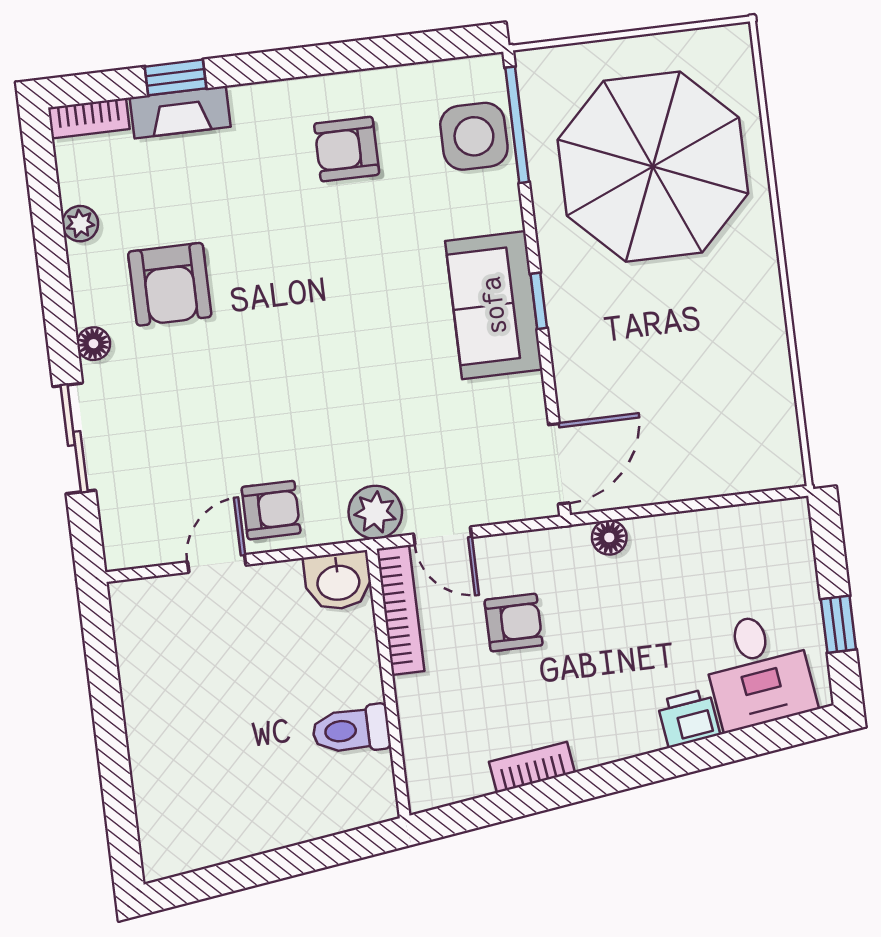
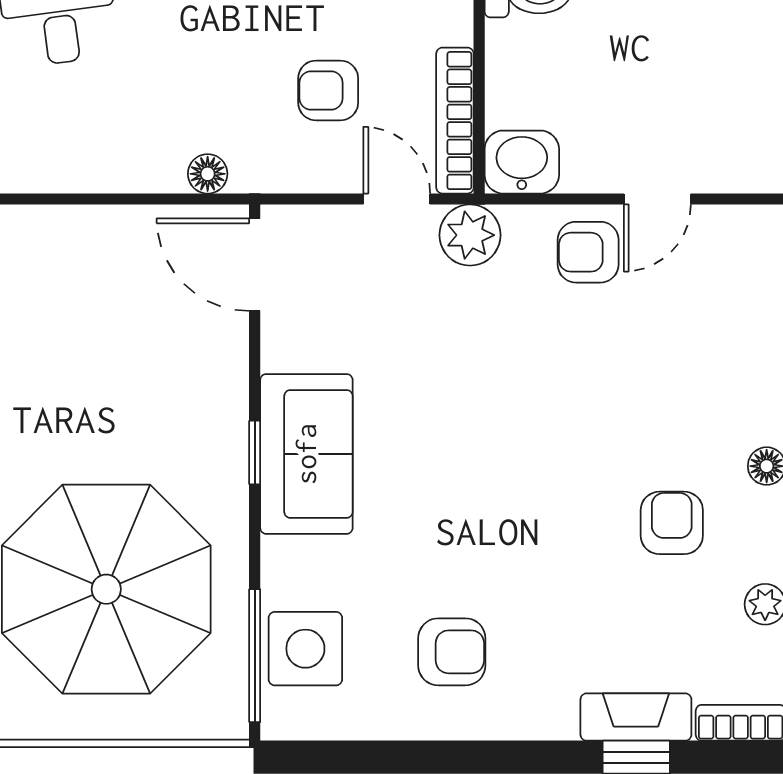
armchair: (170, 284) -> (672, 523), width x0.72, depth x0.72
door: (559, 464) -> (255, 265), hinge flipped

